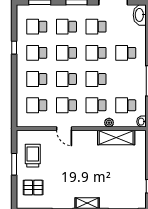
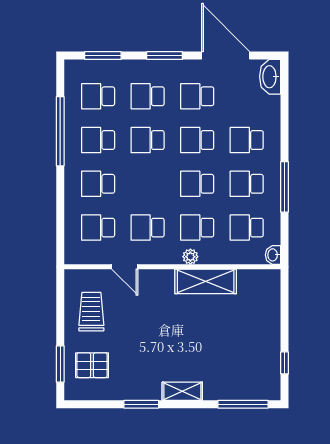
window: (14, 48) -> (60, 131), width x3.17
school desk: (66, 79) -> (247, 184), moved
plant: (109, 123) -> (190, 257), moved
door: (64, 129) -> (125, 267), moved
shelving: (116, 137) -> (206, 281), moved
window: (14, 164) -> (60, 364), moved

